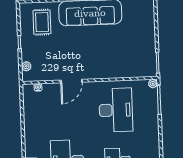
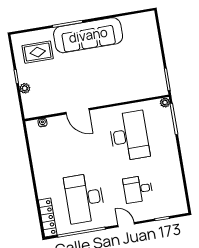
rug: (42, 22) -> (38, 52), turned 90
plant: (26, 66) -> (25, 88), moved
door: (71, 81) -> (77, 111), hinge flipped

